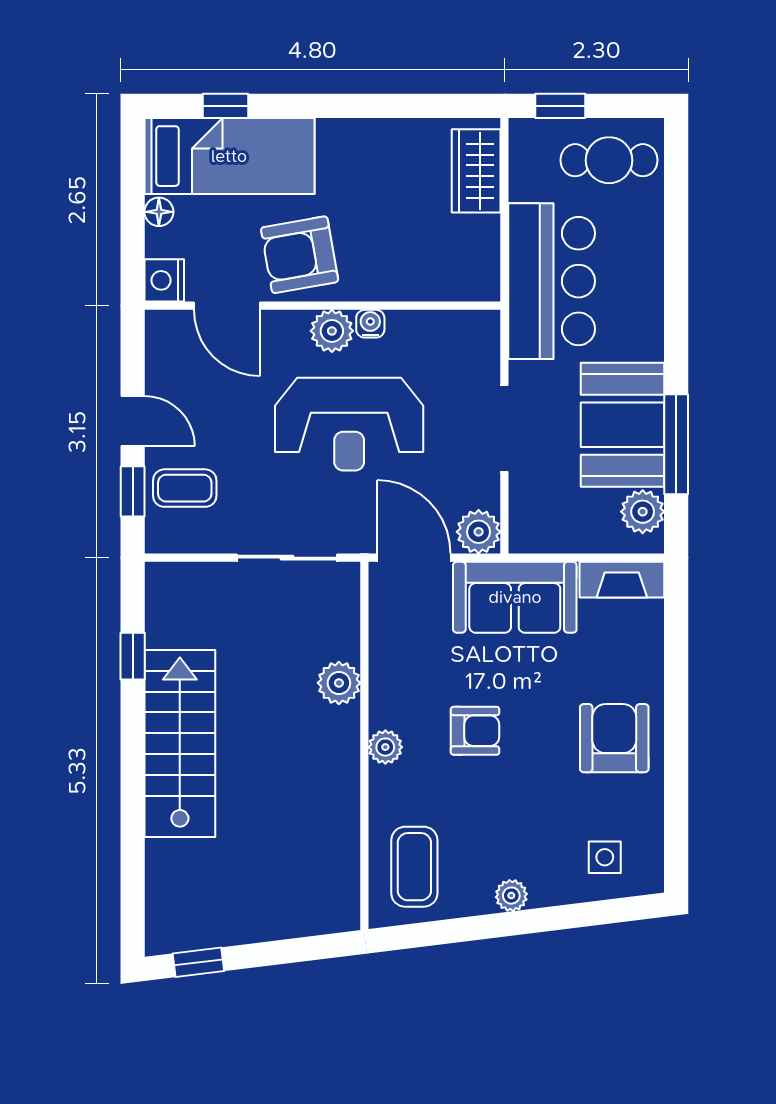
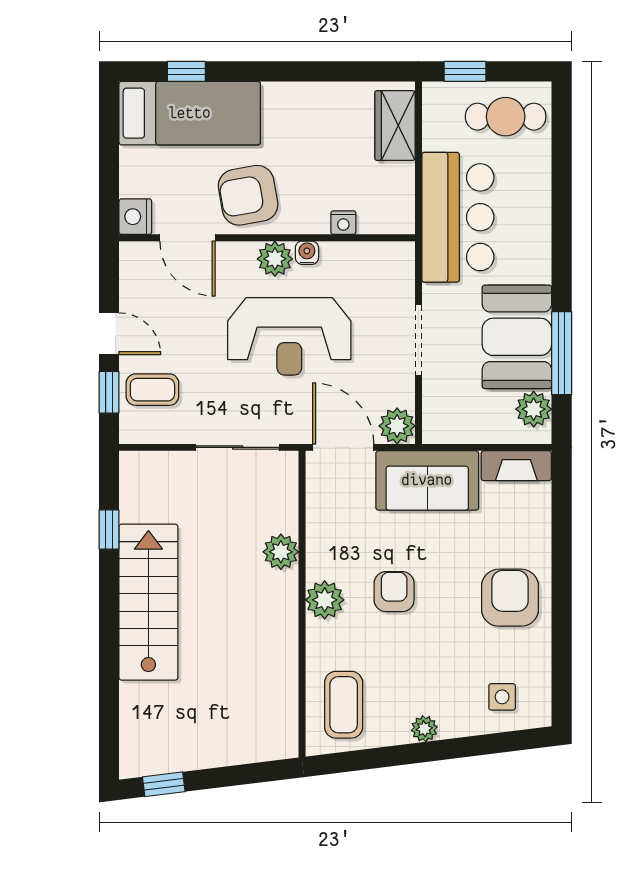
floor lamp: (159, 212) -> (131, 160), removed
nightstand: (414, 288) -> (343, 223), added
armchair: (475, 731) -> (394, 592), turned -90
plant: (385, 747) -> (325, 600), width x1.38, depth x1.38

